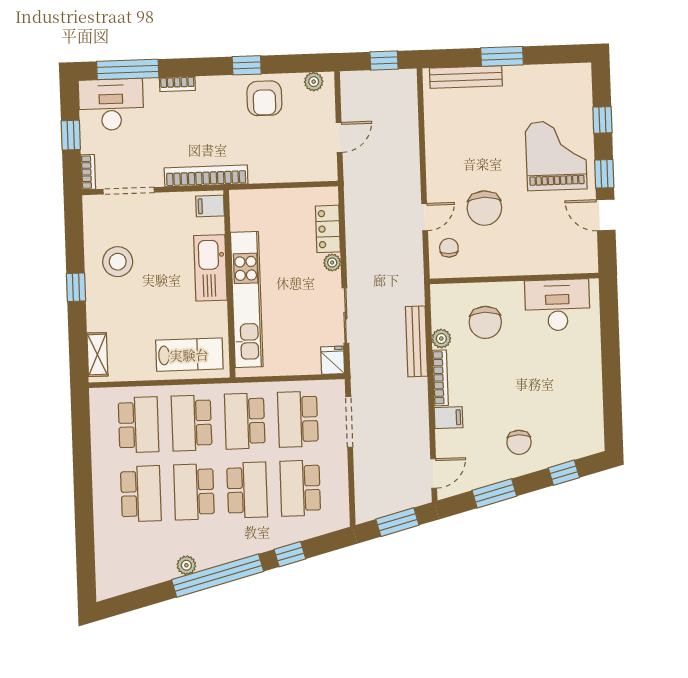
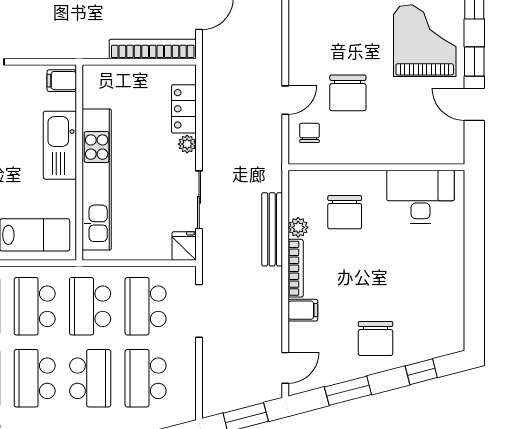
bookcase: (206, 176) -> (153, 49), moved
chair: (519, 442) -> (375, 338), width x1.37, depth x1.37

